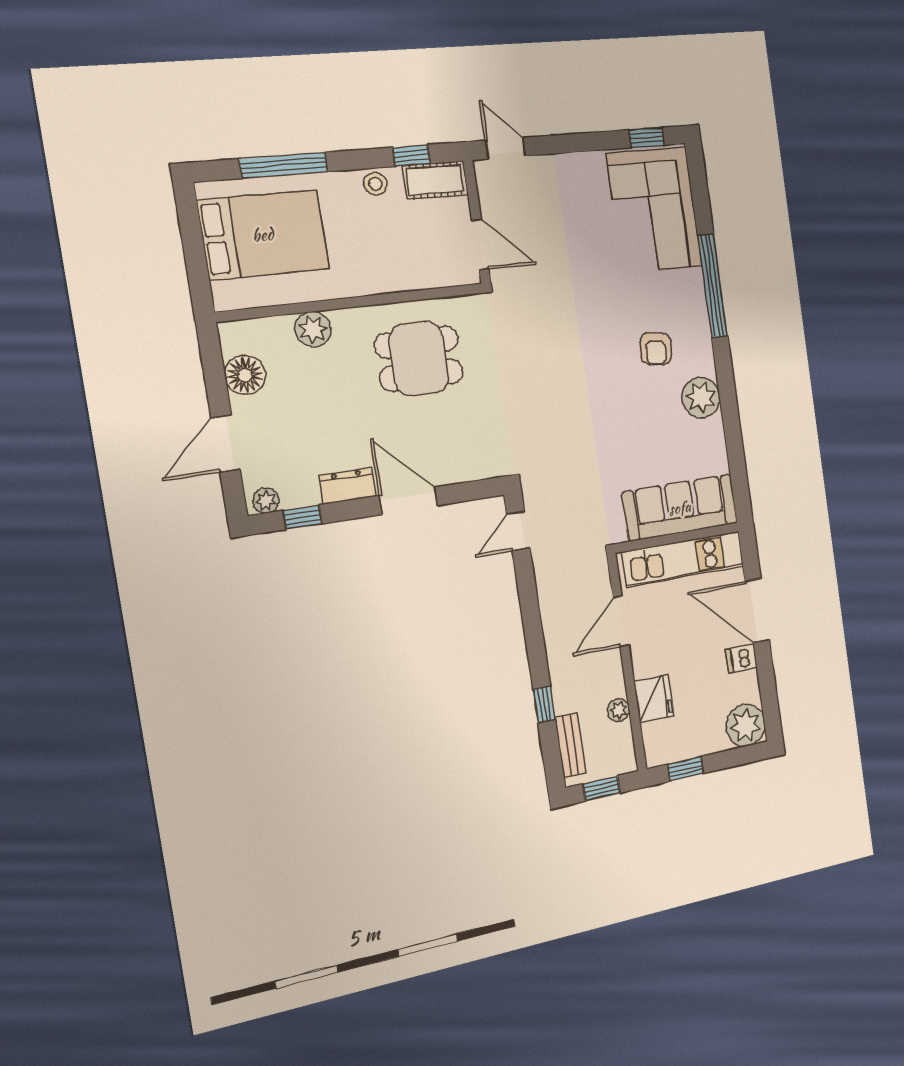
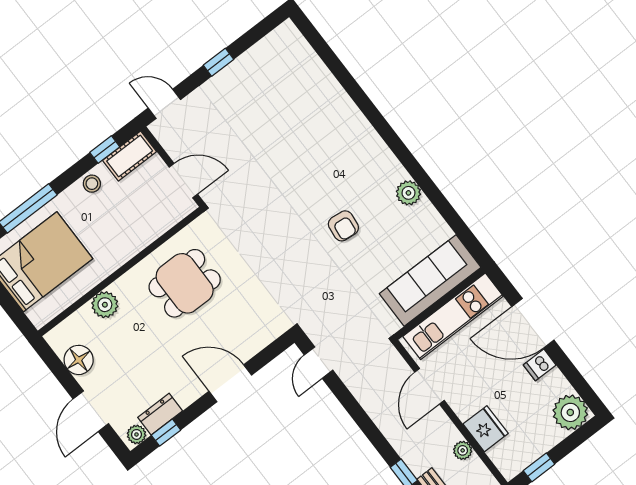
window: (647, 137) -> (219, 62), moved
corner sofa: (655, 210) -> (293, 79), removed
window: (713, 286) -> (366, 106), removed
armchair: (656, 349) -> (343, 226), moved
plant: (701, 397) -> (408, 193), width x0.73, depth x0.73
dresser: (348, 486) -> (160, 414), moved

